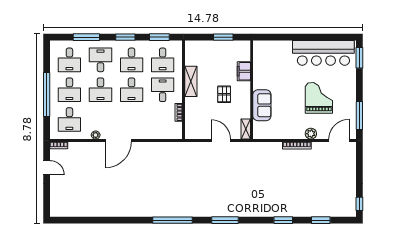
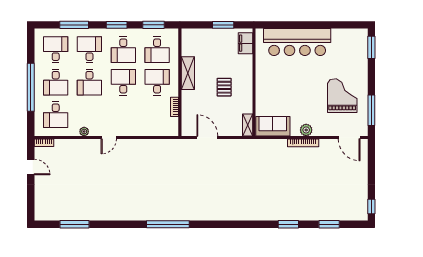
bar counter: (323, 53) -> (297, 42), moved
desk: (69, 60) -> (56, 50), turned 180
filing cabinet: (244, 71) -> (245, 43), moved
desk: (132, 90) -> (123, 82), turned 180
grand piano: (319, 98) -> (342, 96), moved
sofa: (262, 105) -> (273, 126), moved, turned -90
plant: (311, 134) -> (306, 130), moved
door: (118, 141) -> (109, 137), width x0.53
door: (221, 141) -> (207, 137), moved
door: (339, 141) -> (349, 137), swing flipped
window: (225, 220) -> (75, 224), moved

